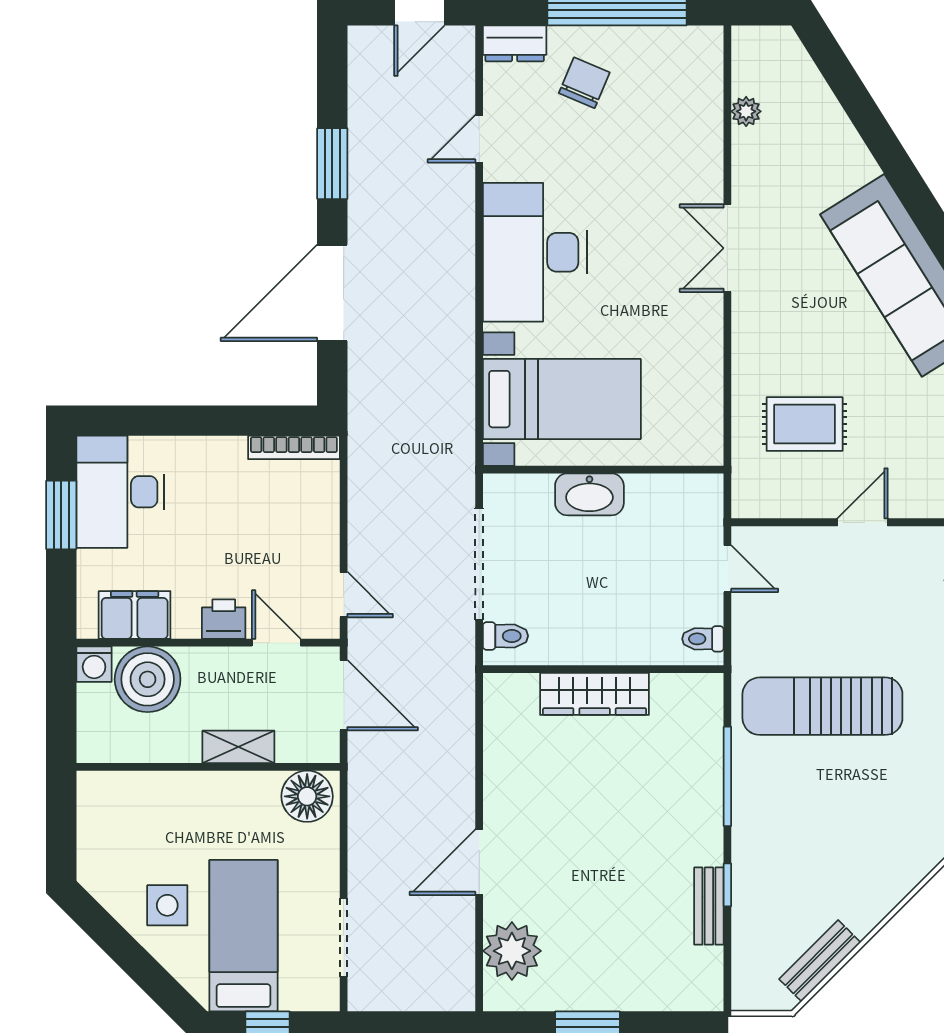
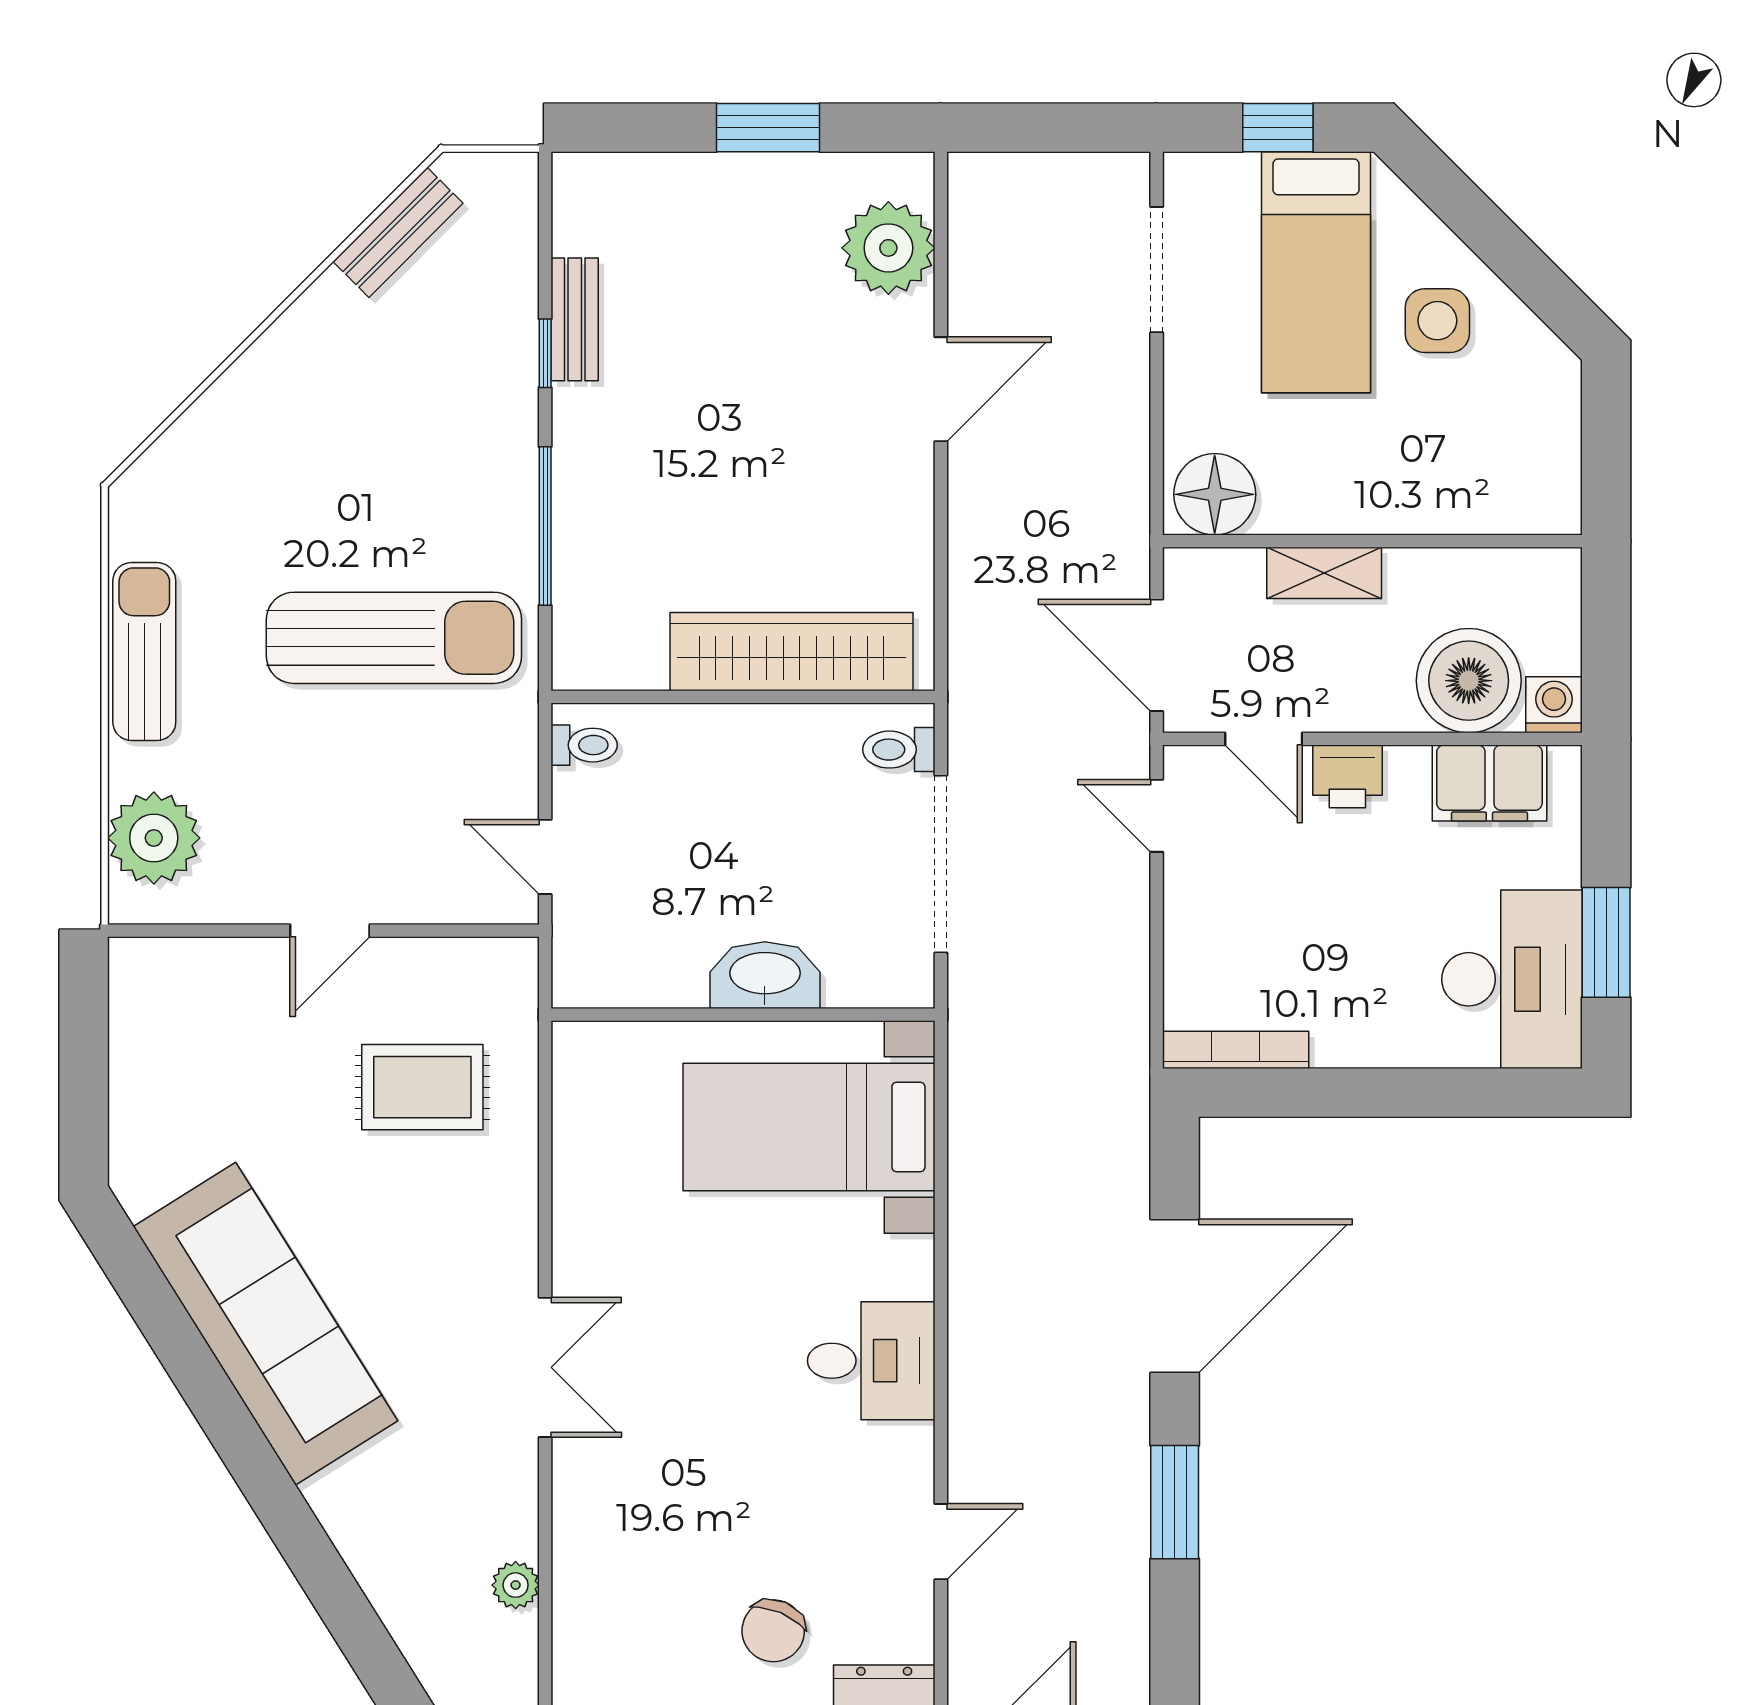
desk: (535, 252) -> (871, 1361), width x0.53, depth x0.77
wardrobe: (595, 694) -> (792, 652), width x1.40, depth x1.17

